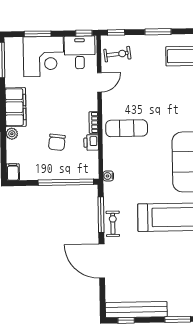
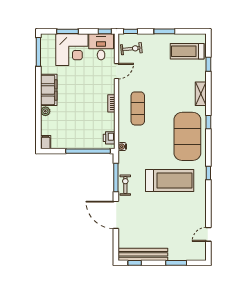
exercise mat: (127, 128) -> (138, 108), turned 90
chair: (57, 142) -> (81, 119), removed
printer: (91, 142) -> (109, 138), moved

